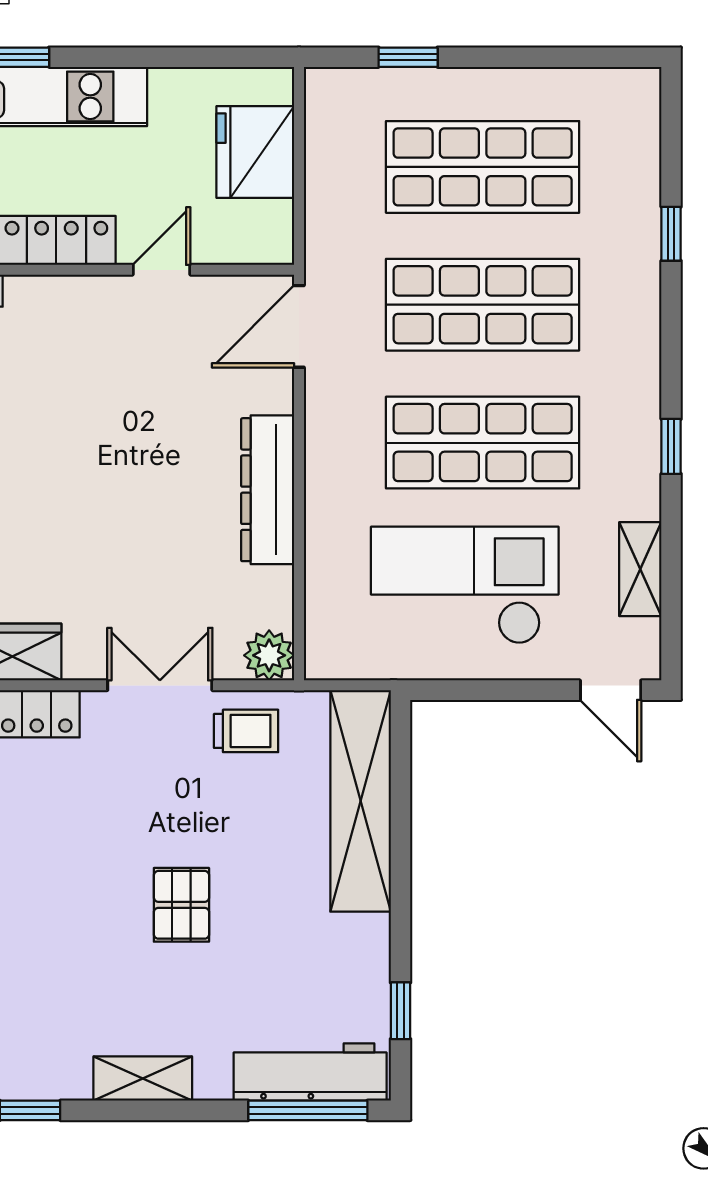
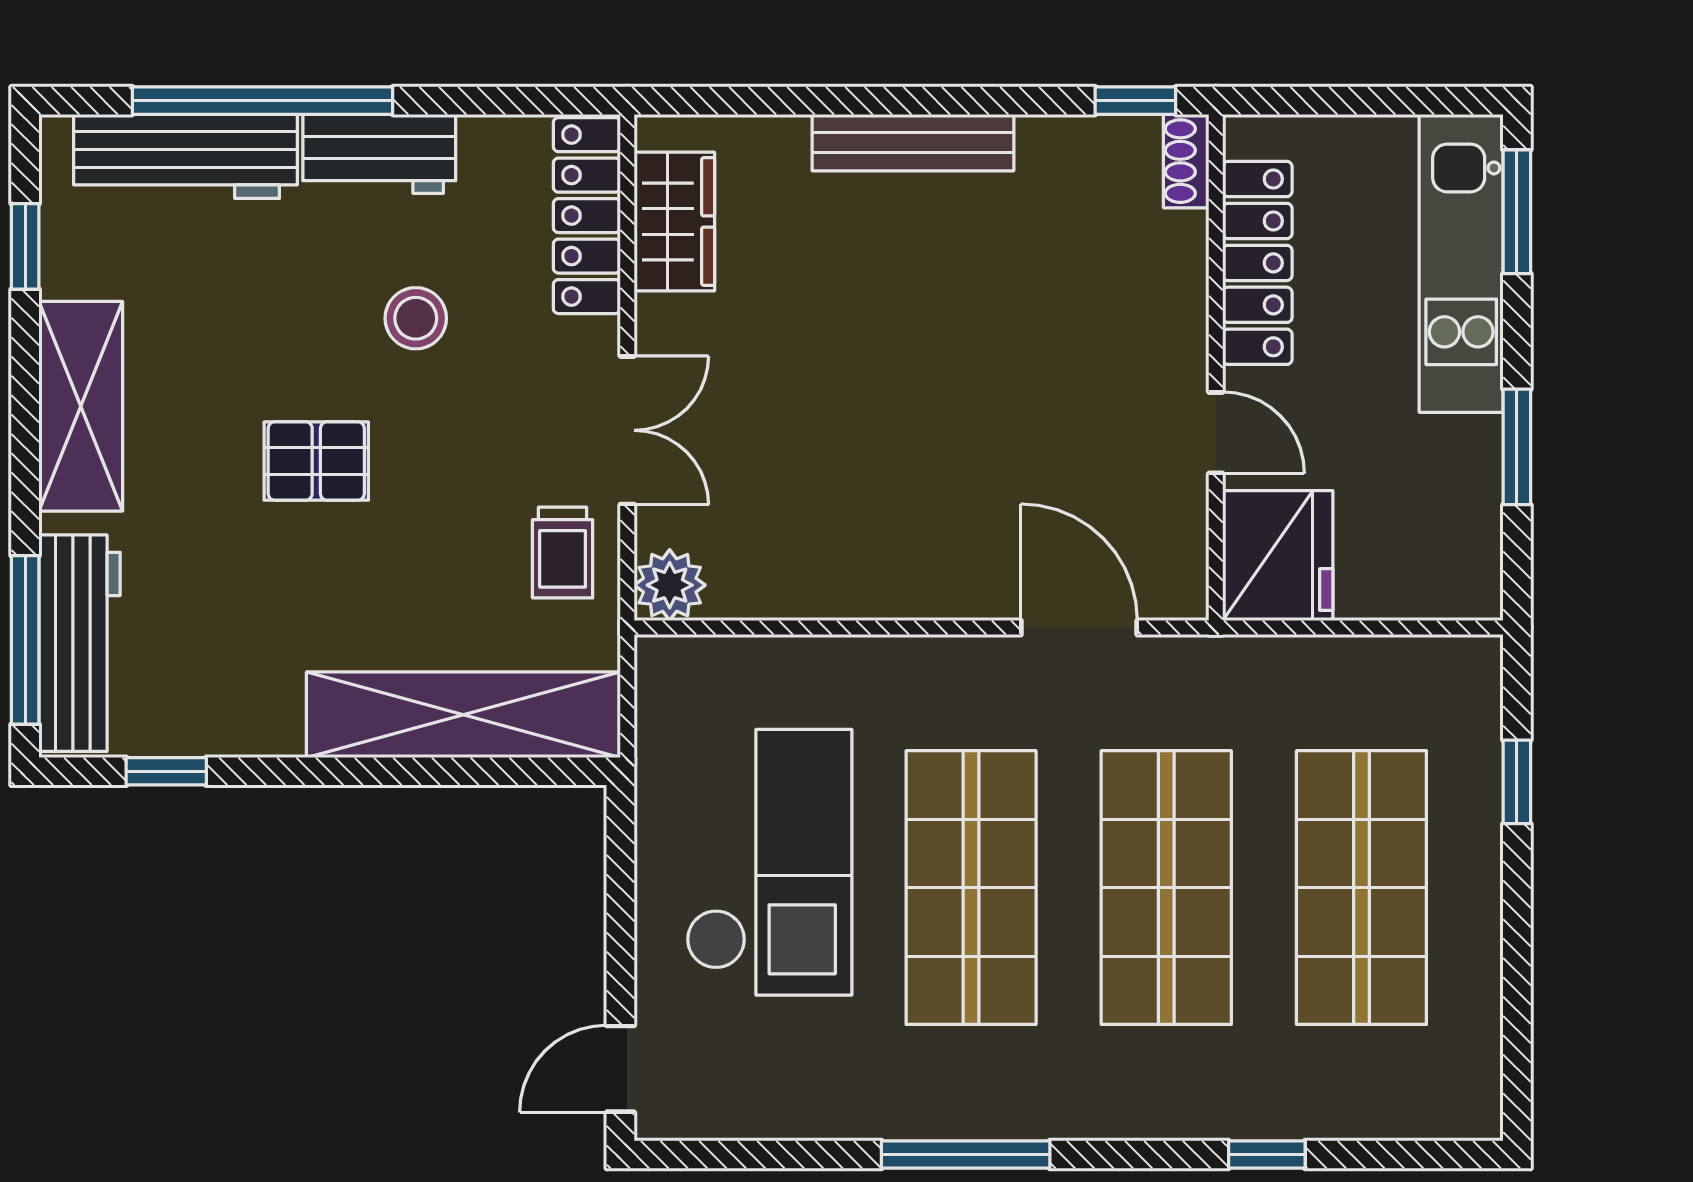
window: (172, 57) -> (1517, 447), added
fridge: (255, 152) -> (1278, 556), moved, turned 90
door: (299, 326) -> (1079, 628), moved
window: (671, 446) -> (966, 1154), width x2.17
dresser: (268, 490) -> (904, 583), removed
shelving: (640, 569) -> (792, 1111), removed
stool: (81, 835) -> (416, 318), added
shelving: (143, 1079) -> (81, 406), width x1.50, depth x1.33

